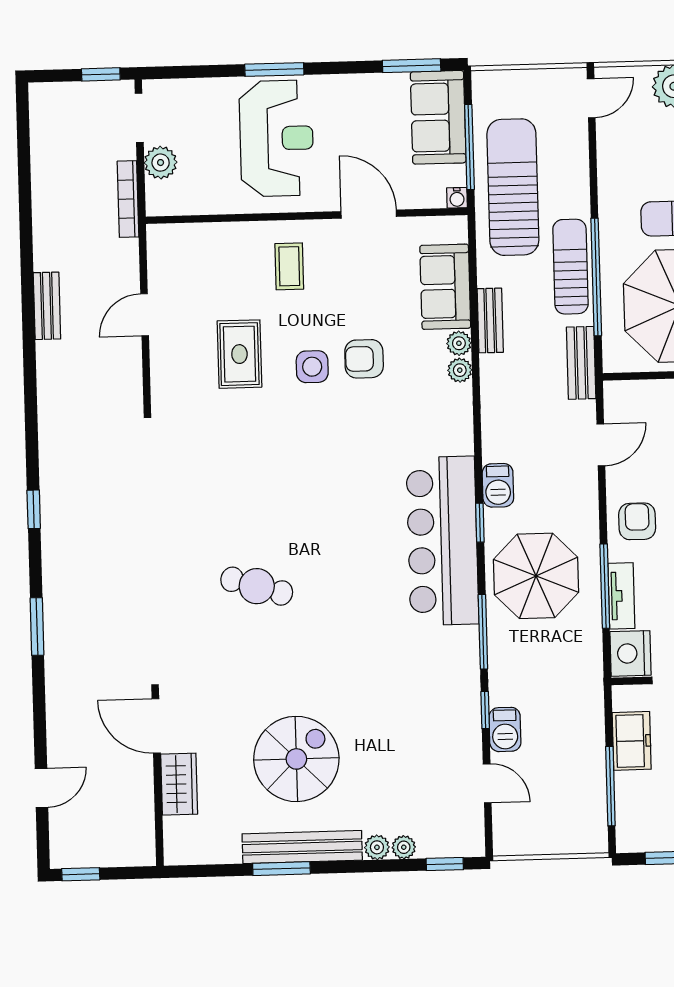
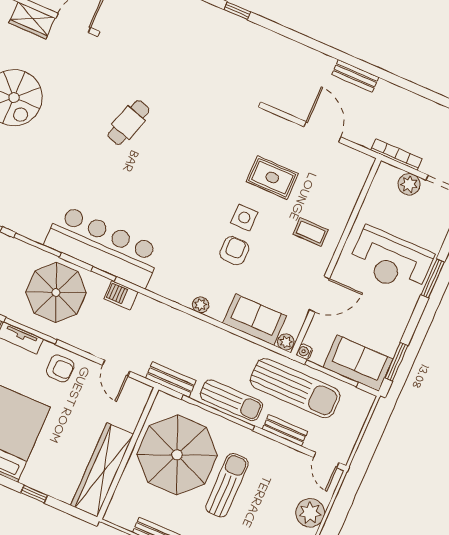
door: (145, 315) -> (322, 132), width x1.38
bench: (490, 320) -> (285, 430), moved
plant: (459, 343) -> (286, 342), moved

